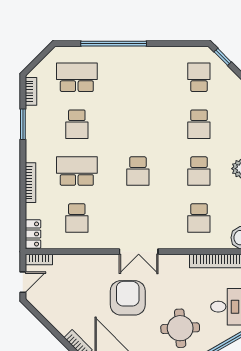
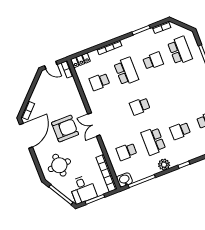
school desk: (77, 124) -> (153, 61), turned 180
school desk: (199, 171) -> (153, 141), width x1.85

